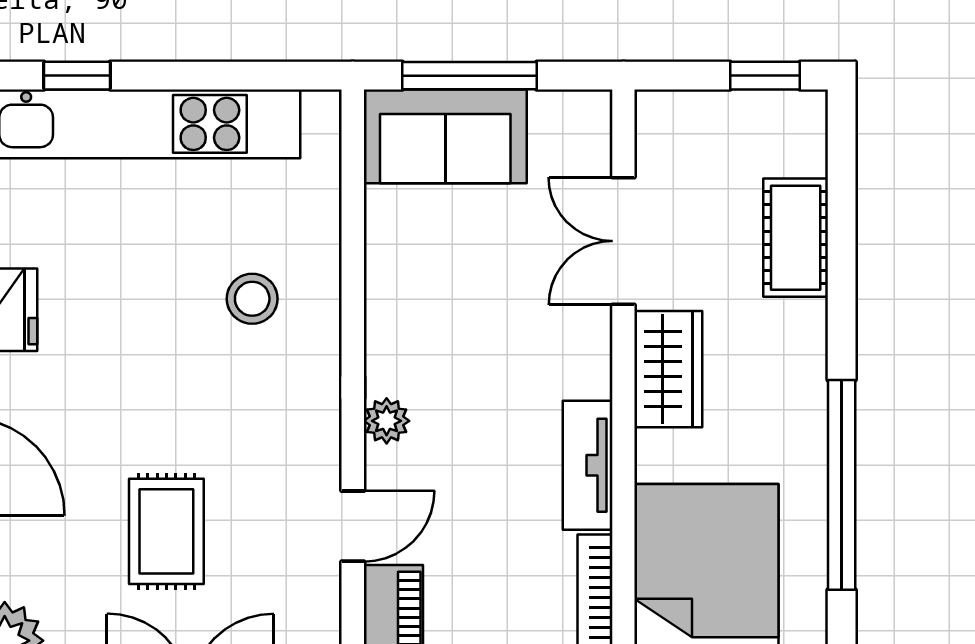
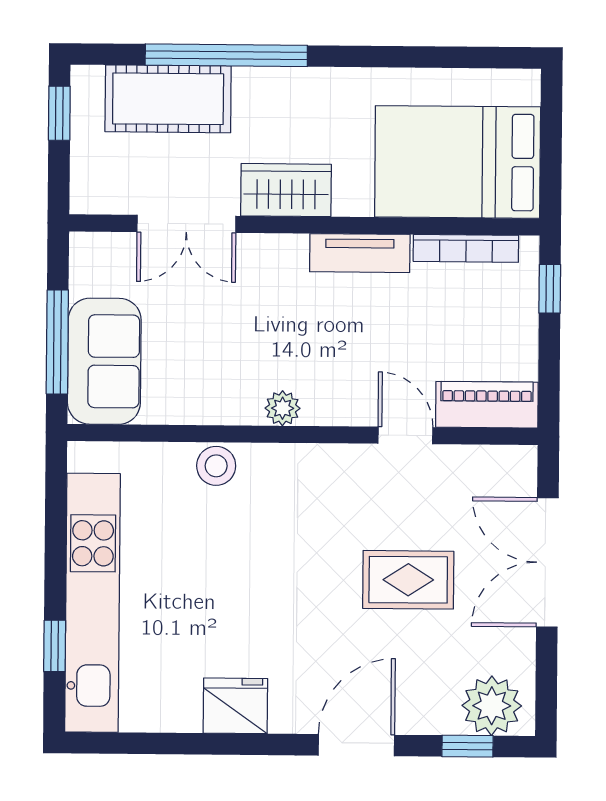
cot: (796, 238) -> (168, 99), width x1.37, depth x1.34
stool: (252, 299) -> (216, 466), moved
plant: (387, 421) -> (283, 408), moved
window: (842, 485) -> (226, 55), moved

